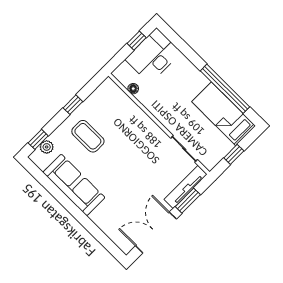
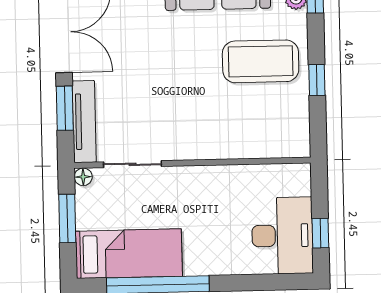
floor lamp: (133, 89) -> (83, 177), moved
coffee table: (88, 136) -> (261, 61), width x1.36, depth x1.32
window: (234, 154) -> (67, 218), width x1.50

